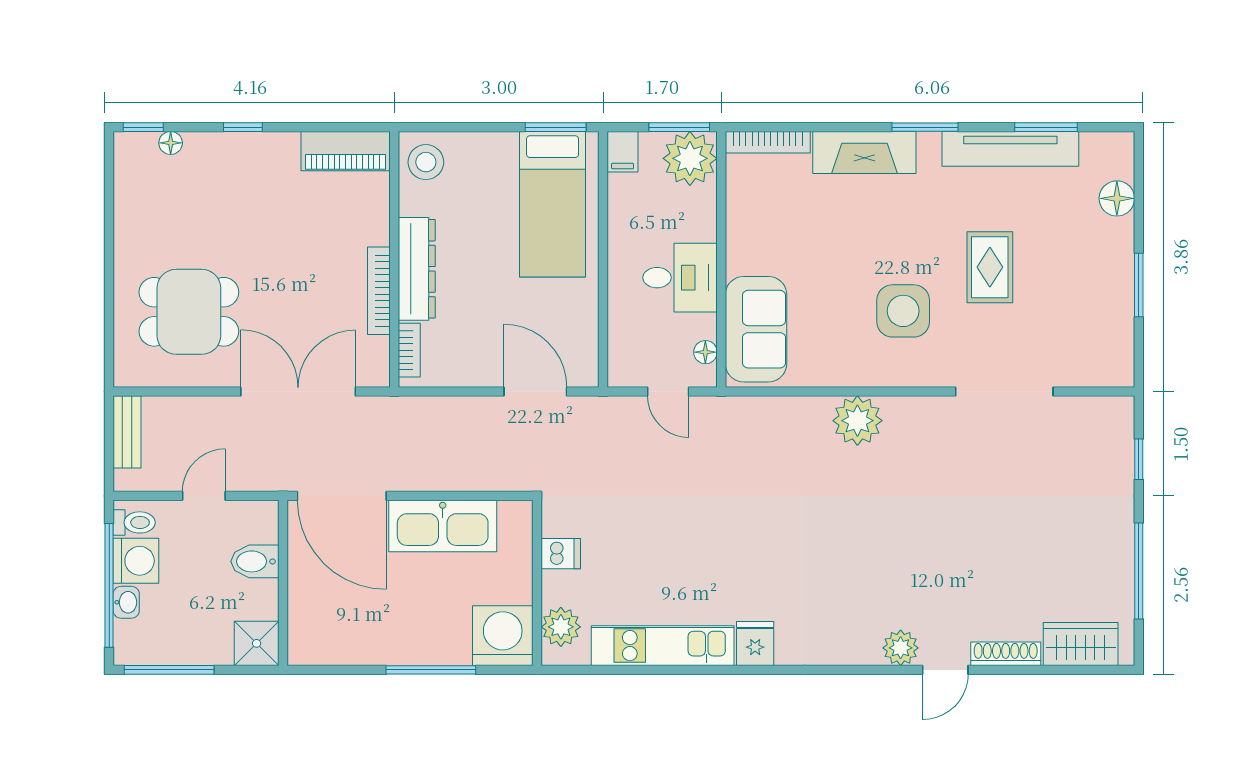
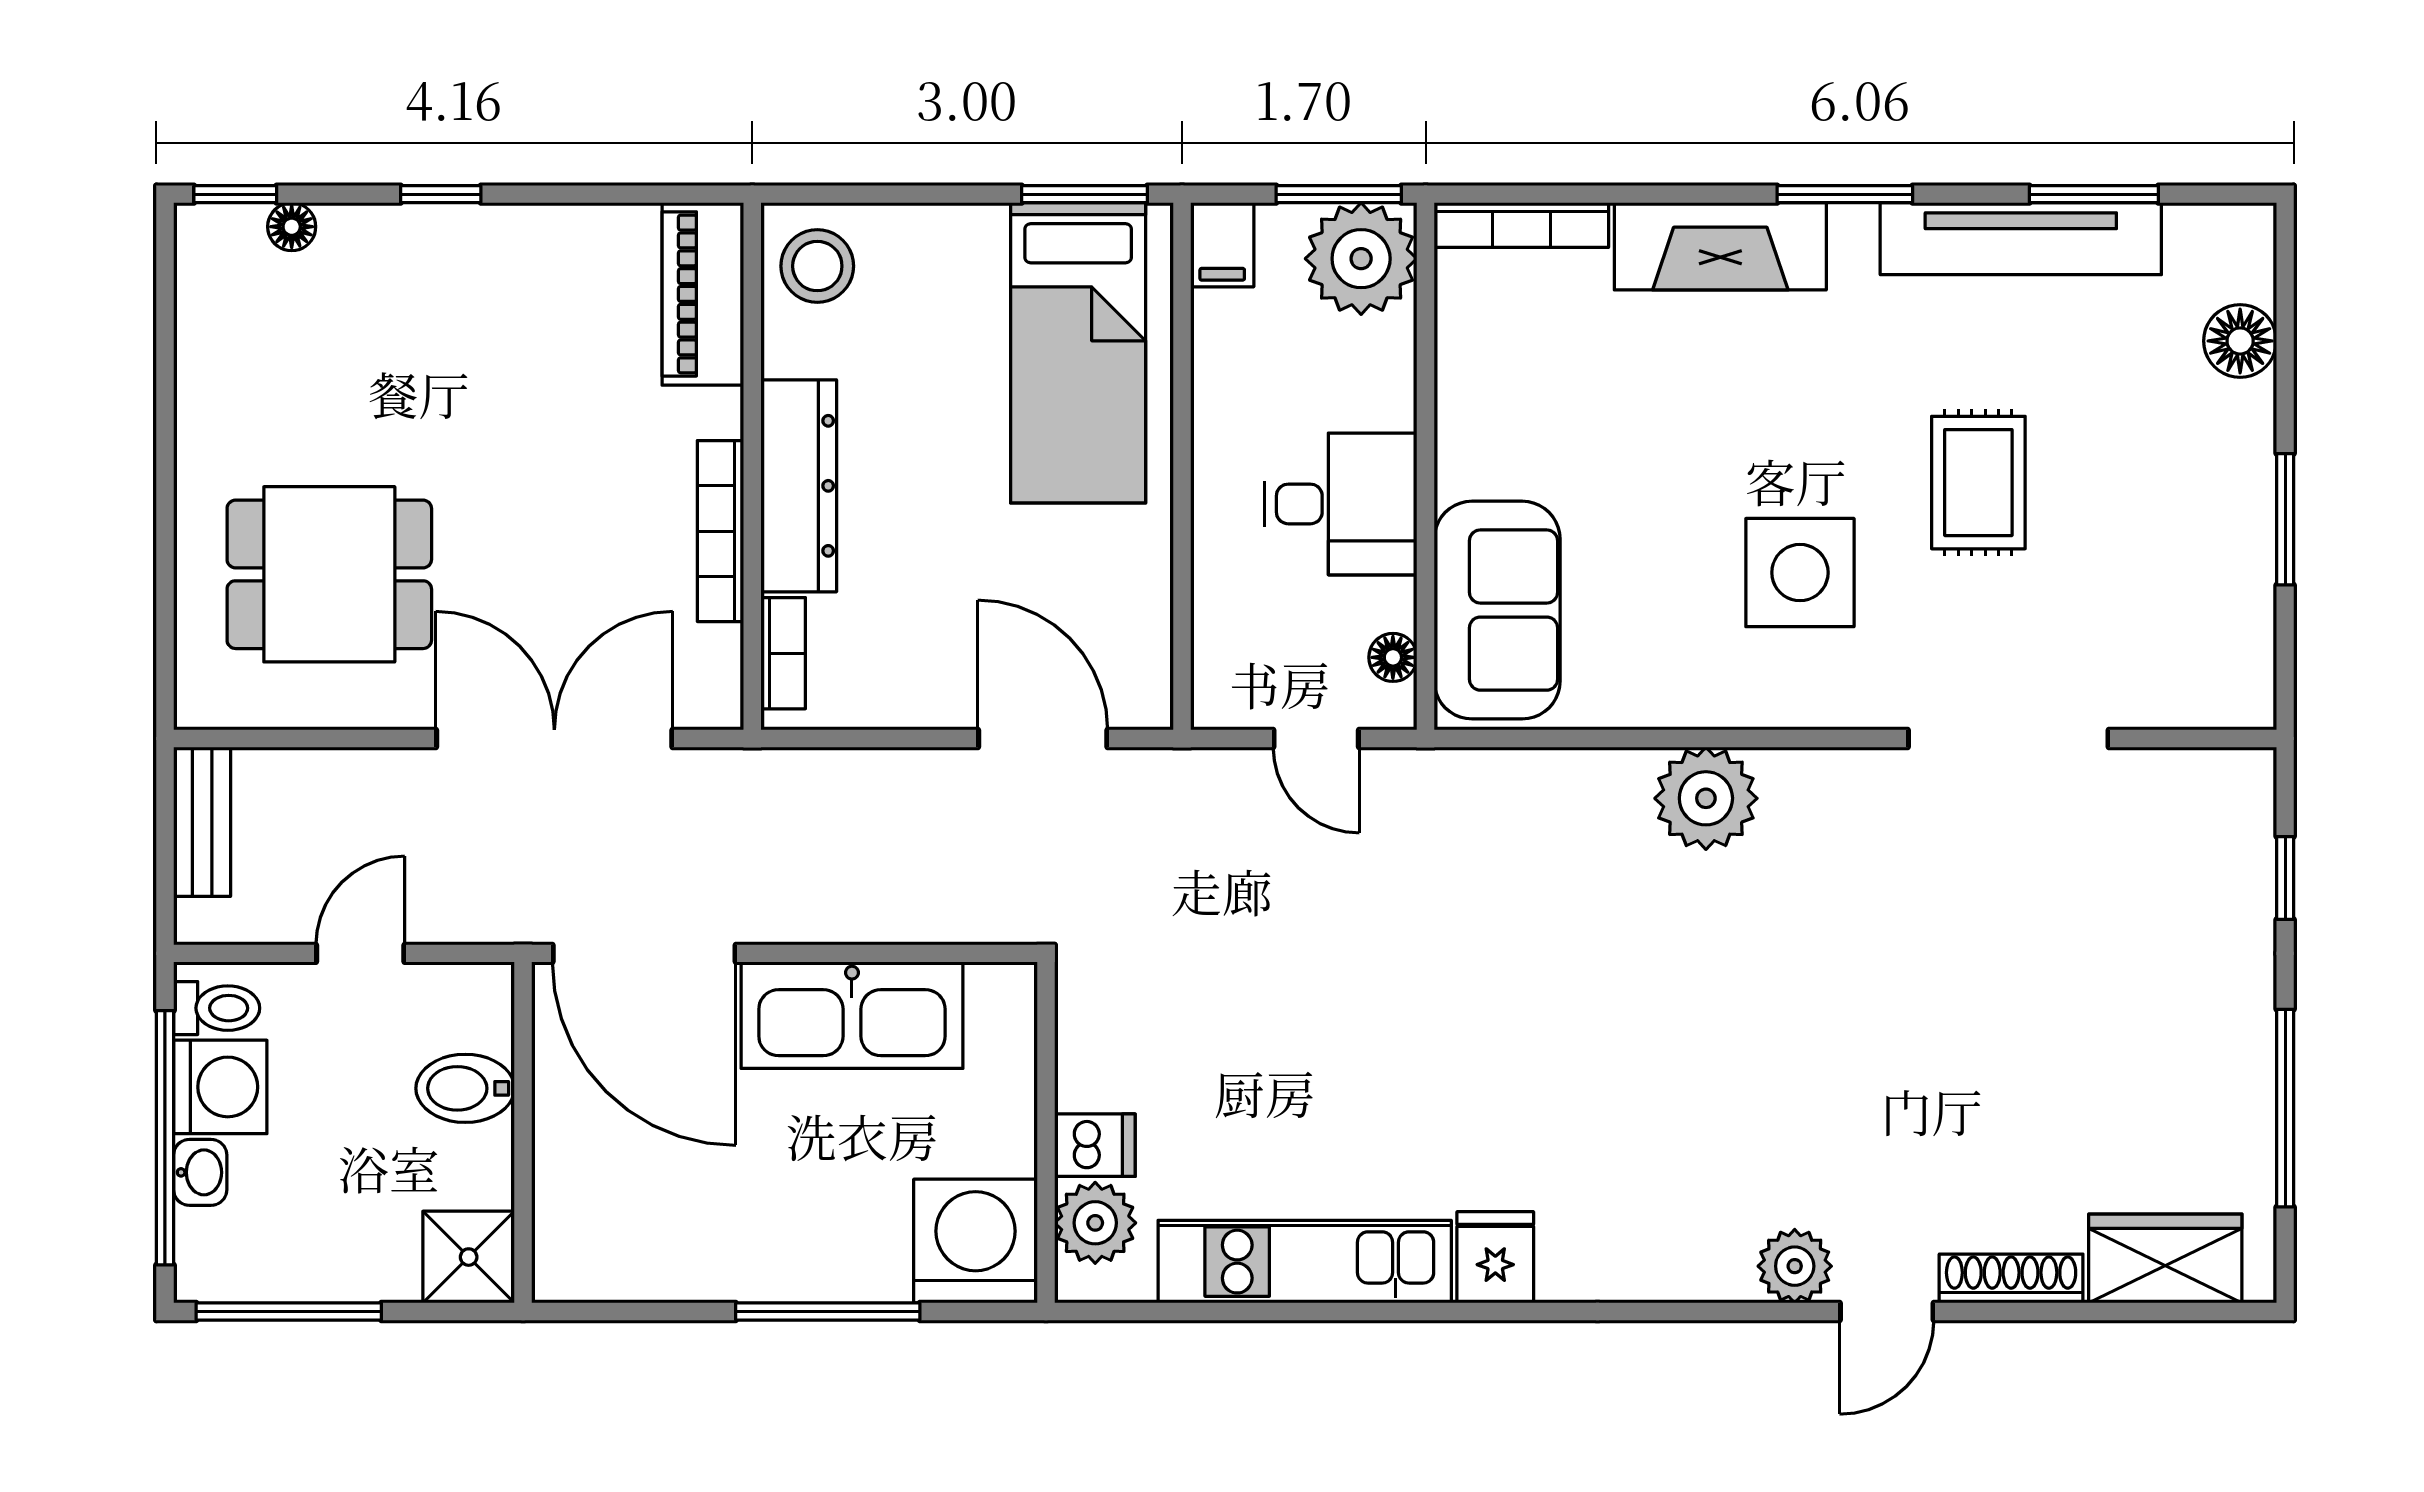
piano: (345, 151) -> (703, 294), moved, turned 90
dishwasher: (561, 554) -> (1095, 1145), moved

